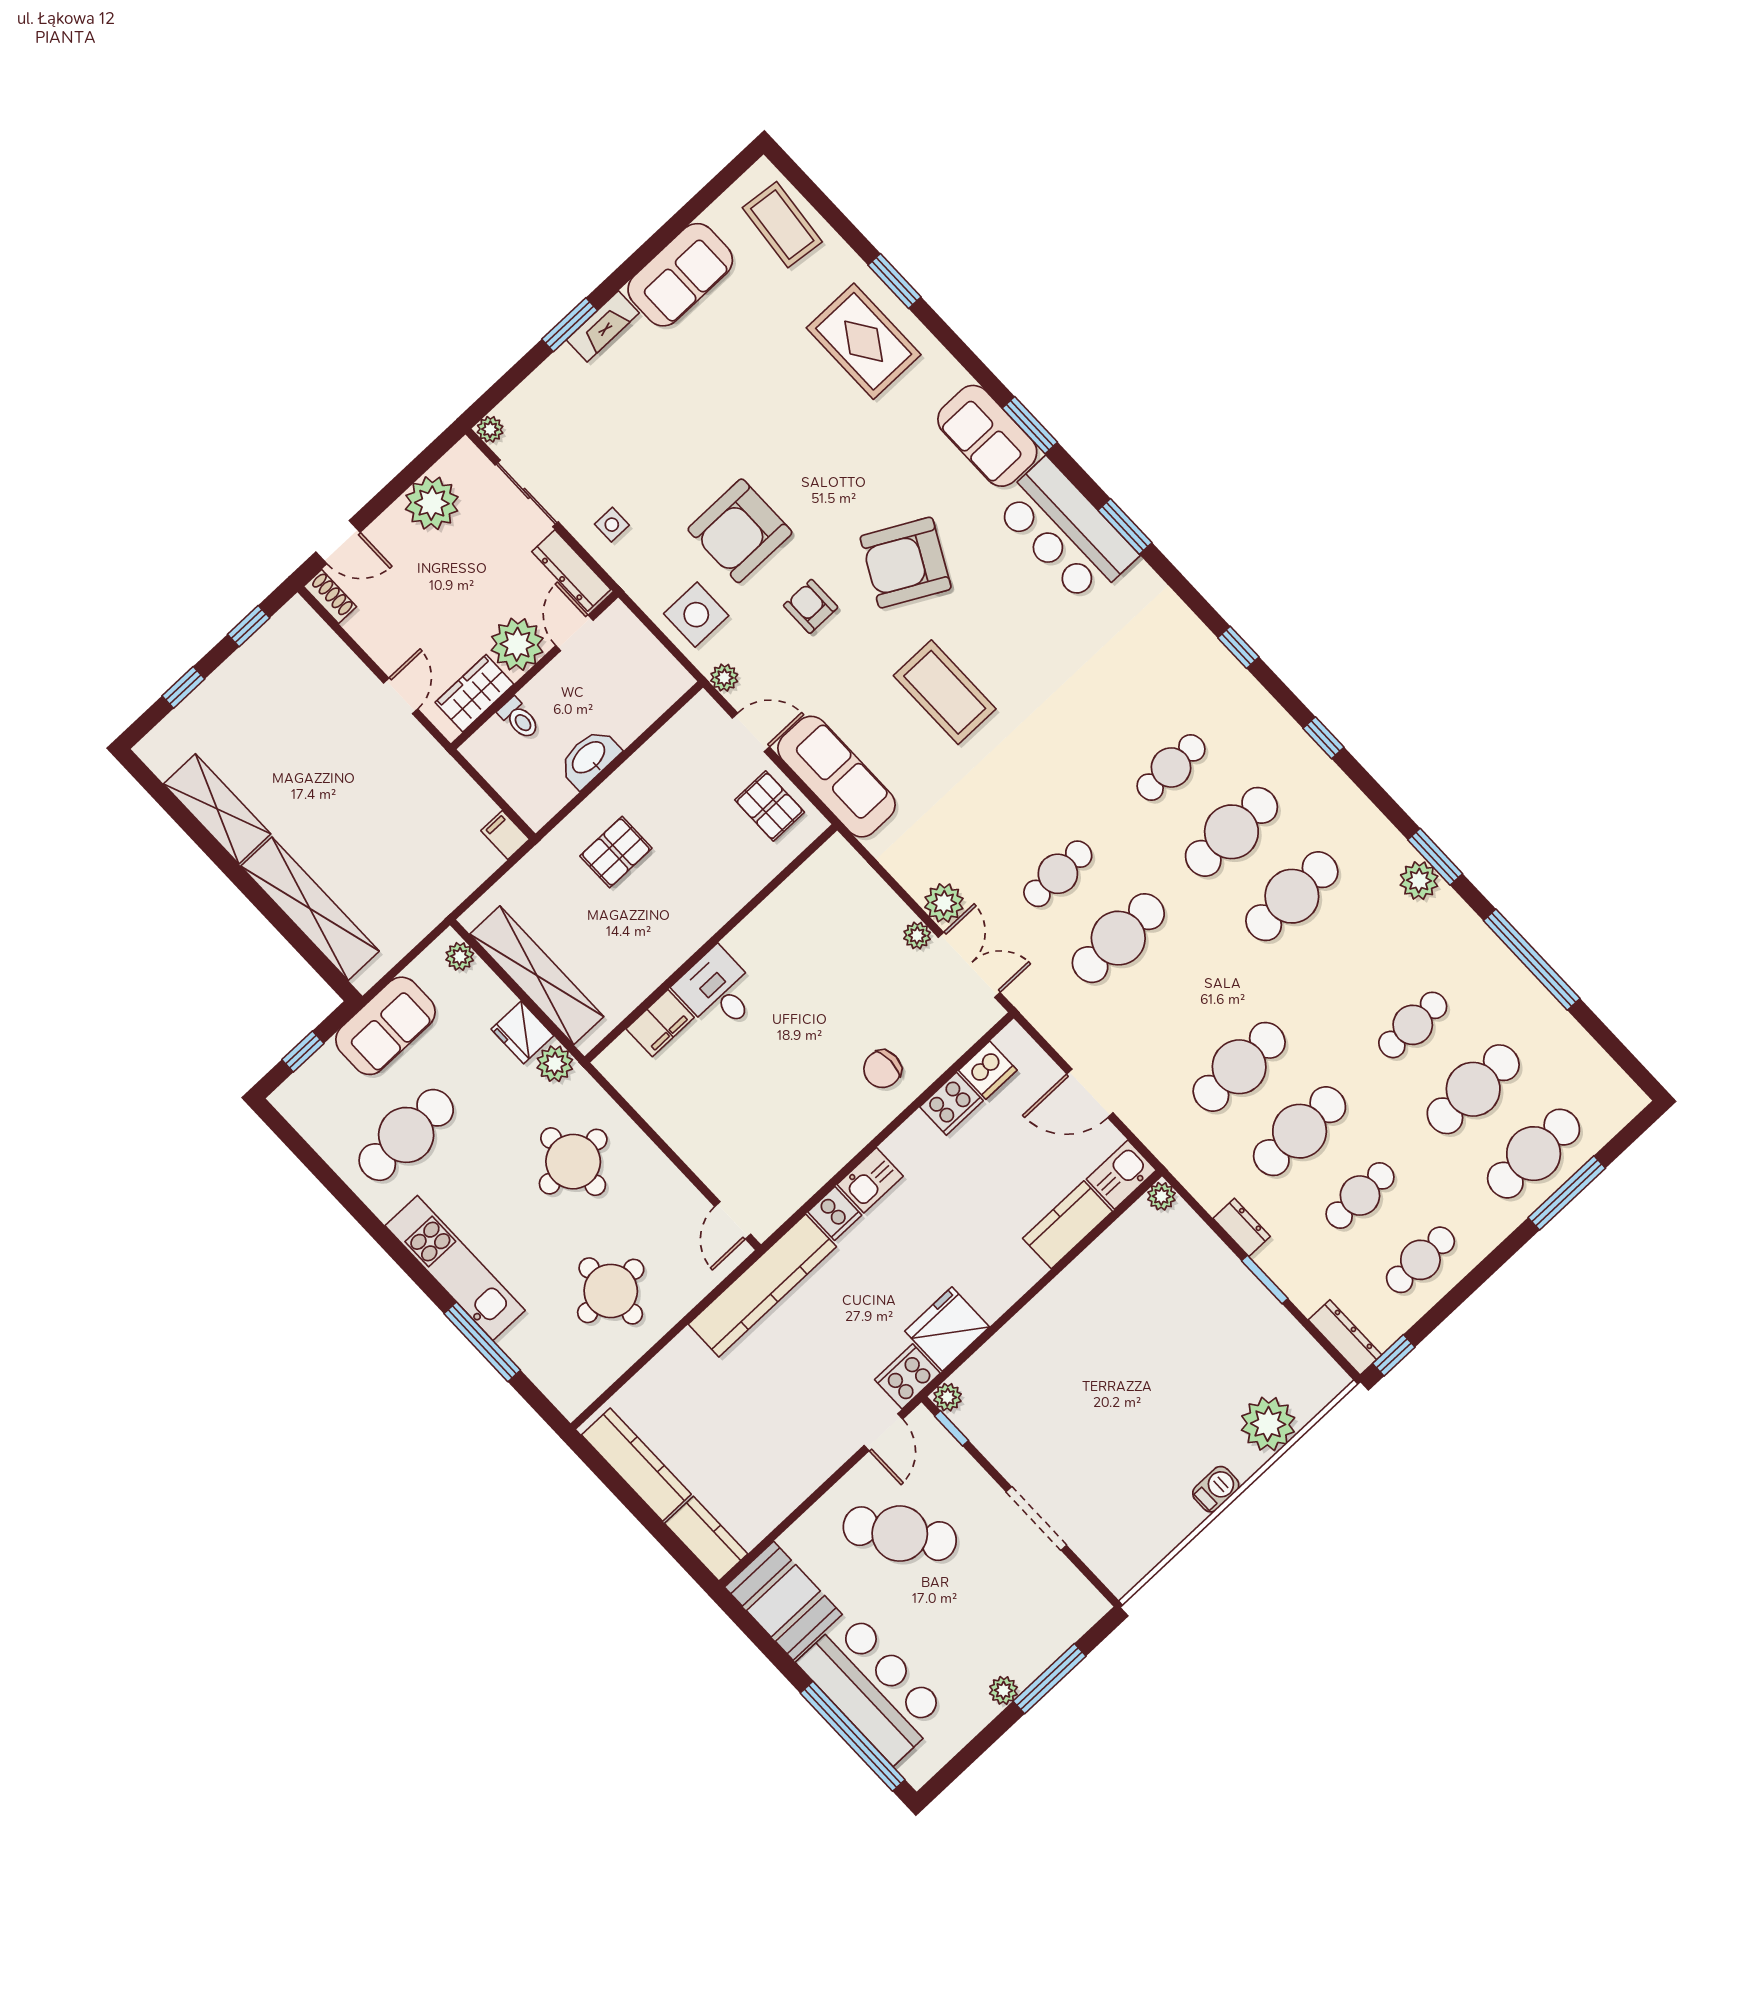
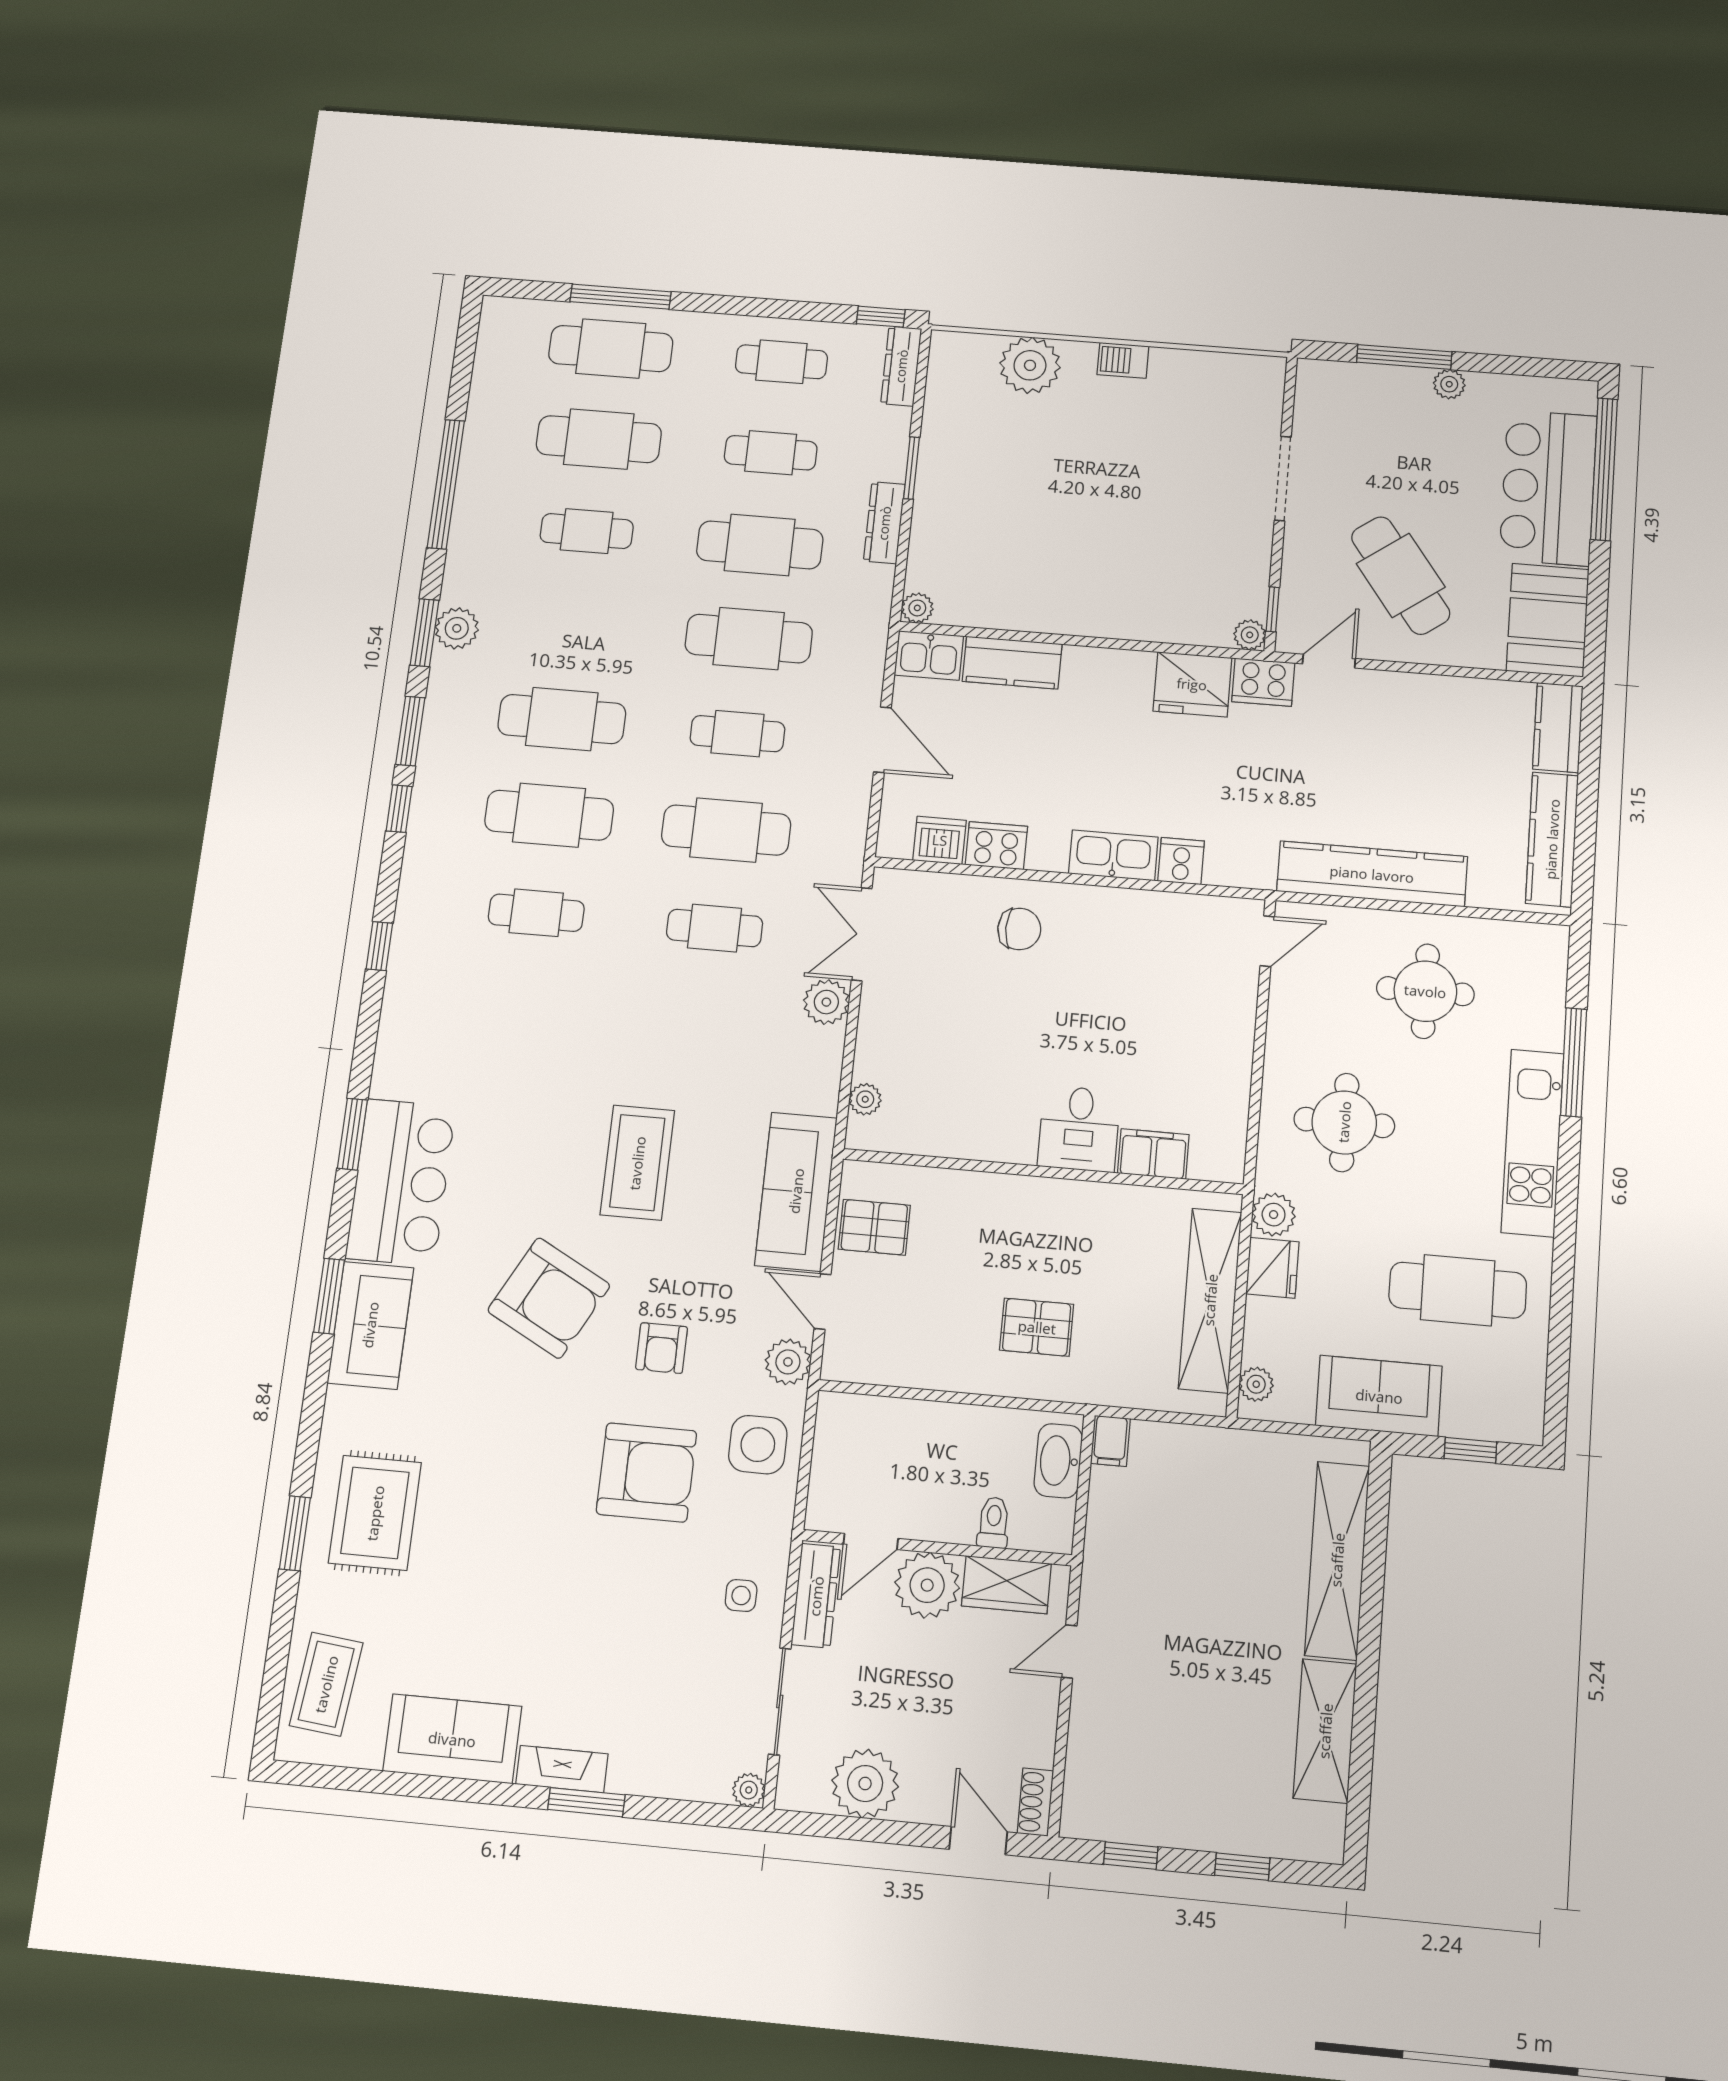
plant: (724, 678) -> (788, 1362), width x1.38, depth x1.38
washbasin: (589, 758) -> (1058, 1461), moved, turned 90
window: (1372, 790) -> (410, 731), added
pallet: (770, 806) -> (874, 1227), turned 90
plant: (917, 935) -> (865, 1099), moved
cafe table: (1179, 1002) -> (737, 734), added
kitchen sink: (870, 1180) -> (1113, 855), width x1.38
dresser: (1242, 1227) -> (884, 523), width x1.44
kitchen counter: (762, 1285) -> (1372, 874), moved

